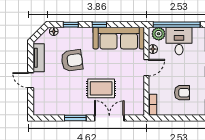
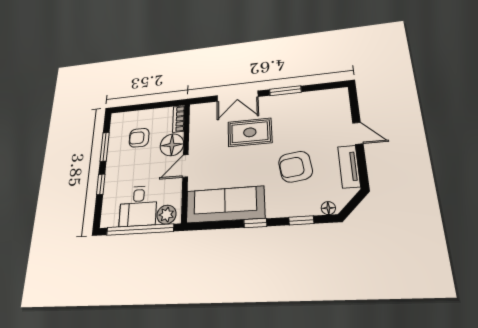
floor lamp: (153, 49) -> (172, 145), moved, width x1.89, depth x1.89

